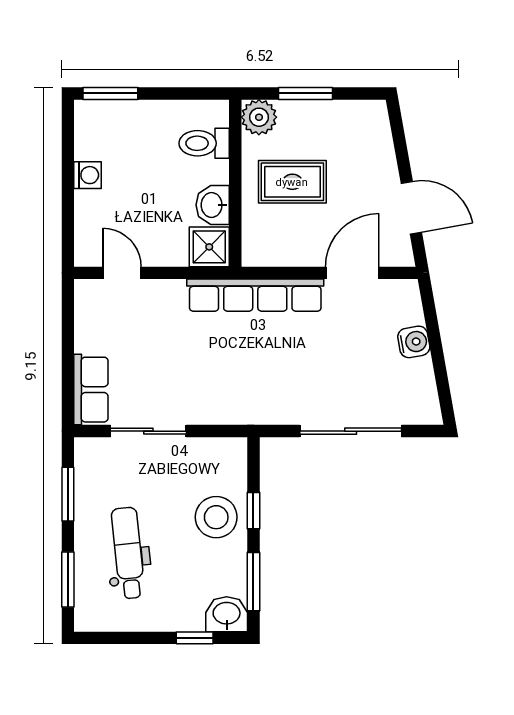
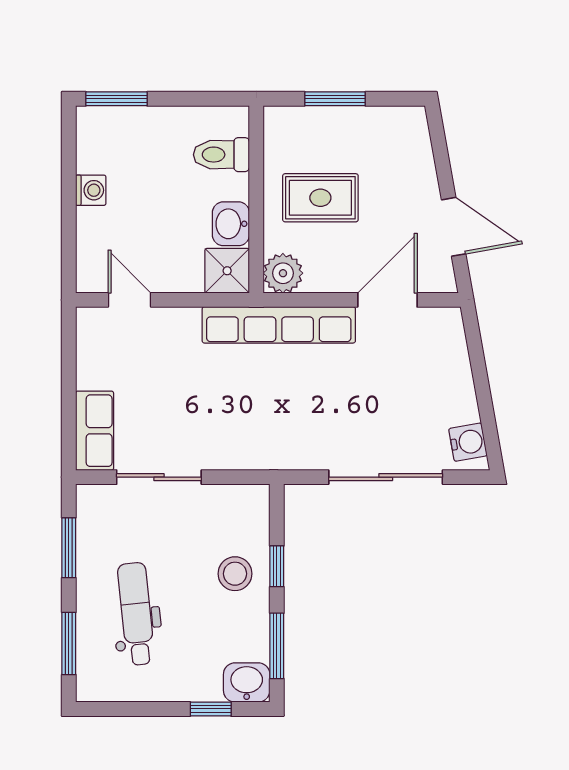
plant: (259, 117) -> (283, 273), moved
water cooler: (414, 342) -> (468, 442), moved
stool: (216, 517) -> (235, 574), width x0.73, depth x0.73

